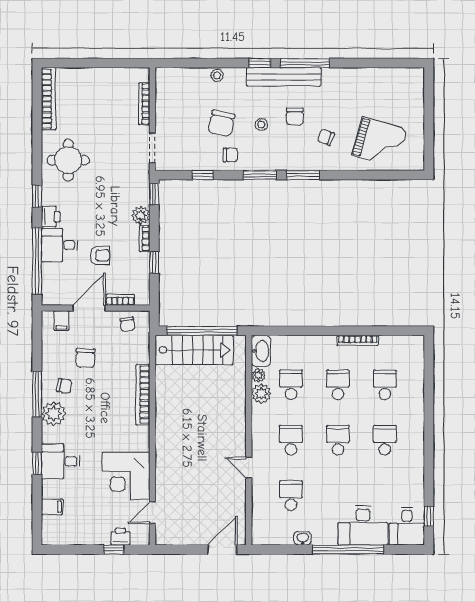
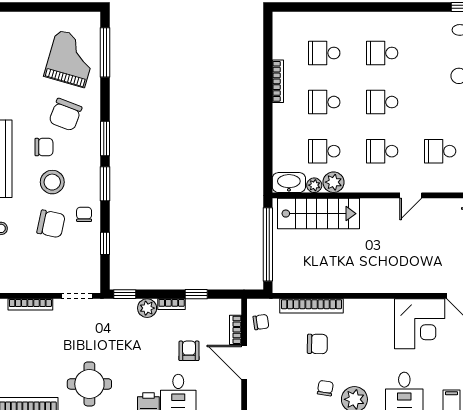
stool: (261, 125) -> (52, 182), width x1.89, depth x1.89
chair: (326, 137) -> (65, 115), width x1.87, depth x1.87
window: (385, 175) -> (105, 52), added
filing cabinet: (61, 321) -> (257, 391), removed
stairs: (194, 350) -> (318, 214), moved, turned 90
chair: (86, 358) -> (317, 344), moved
bookcase: (143, 395) -> (311, 306), moved

